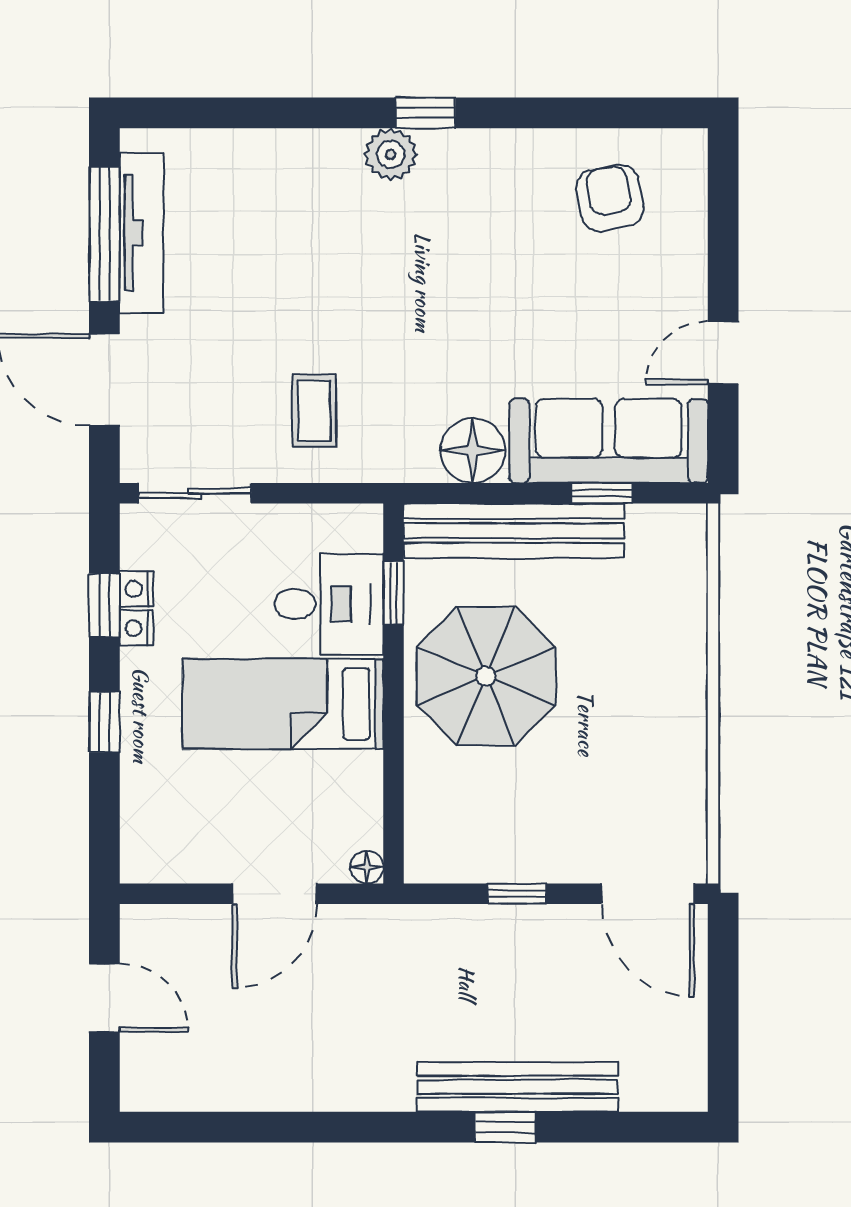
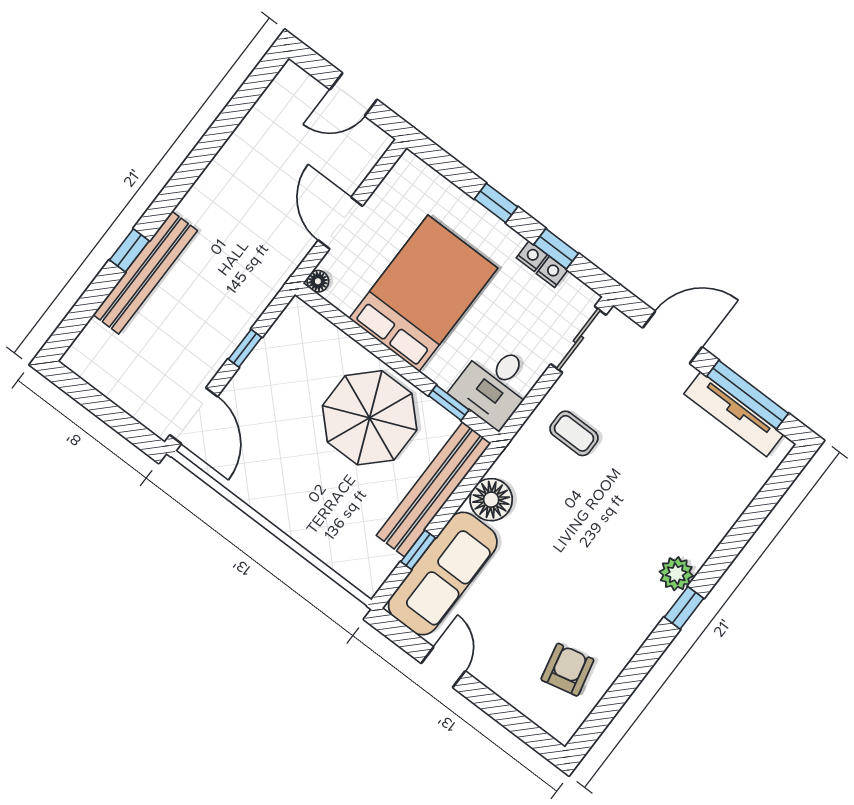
armchair: (610, 198) -> (567, 670), turned -92
desk: (329, 604) -> (494, 385), moved
bed: (283, 704) -> (423, 293), width x1.50
door: (648, 894) -> (194, 416), swing flipped

